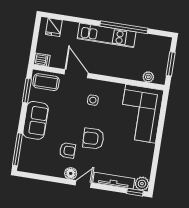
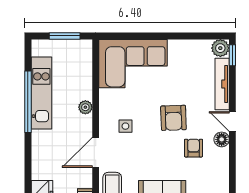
kitchen unit: (107, 35) -> (41, 93), moved
plant: (148, 77) -> (85, 107), moved

